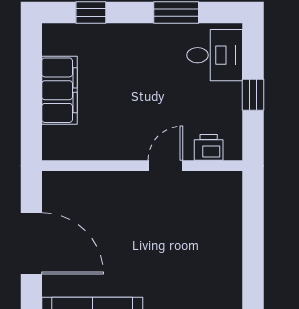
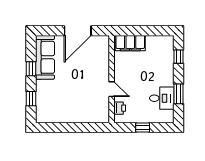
desk: (215, 55) -> (162, 98), moved, turned -90
filing cabinet: (60, 90) -> (130, 43), moved

